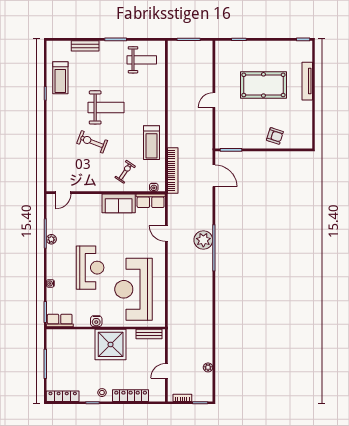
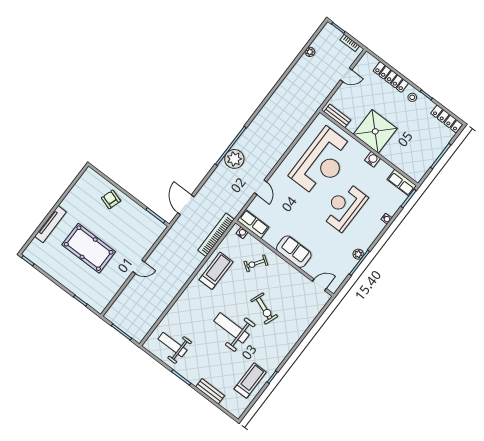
sofa: (119, 203) -> (294, 252), moved

